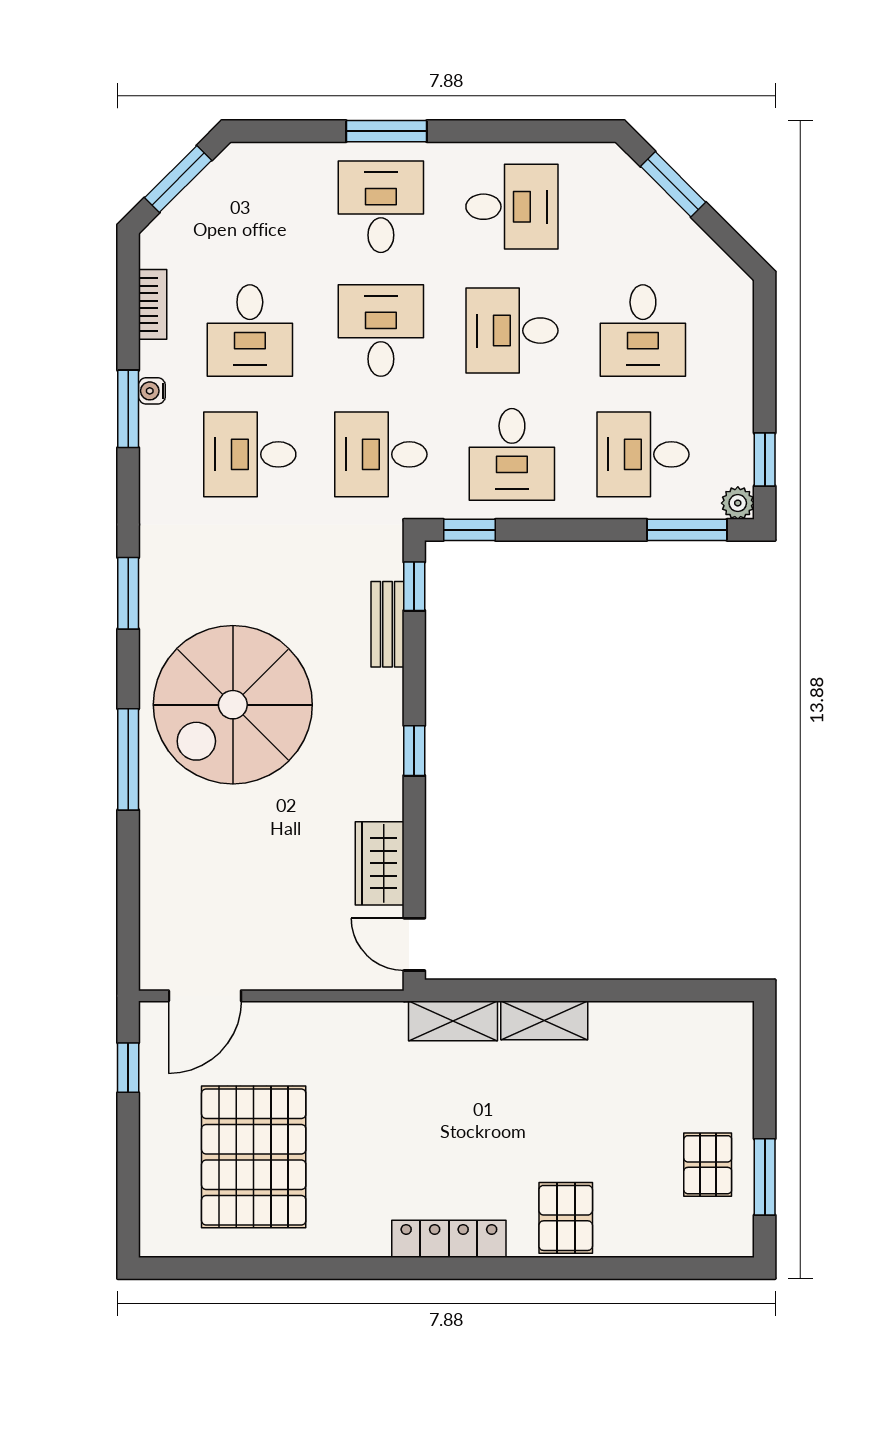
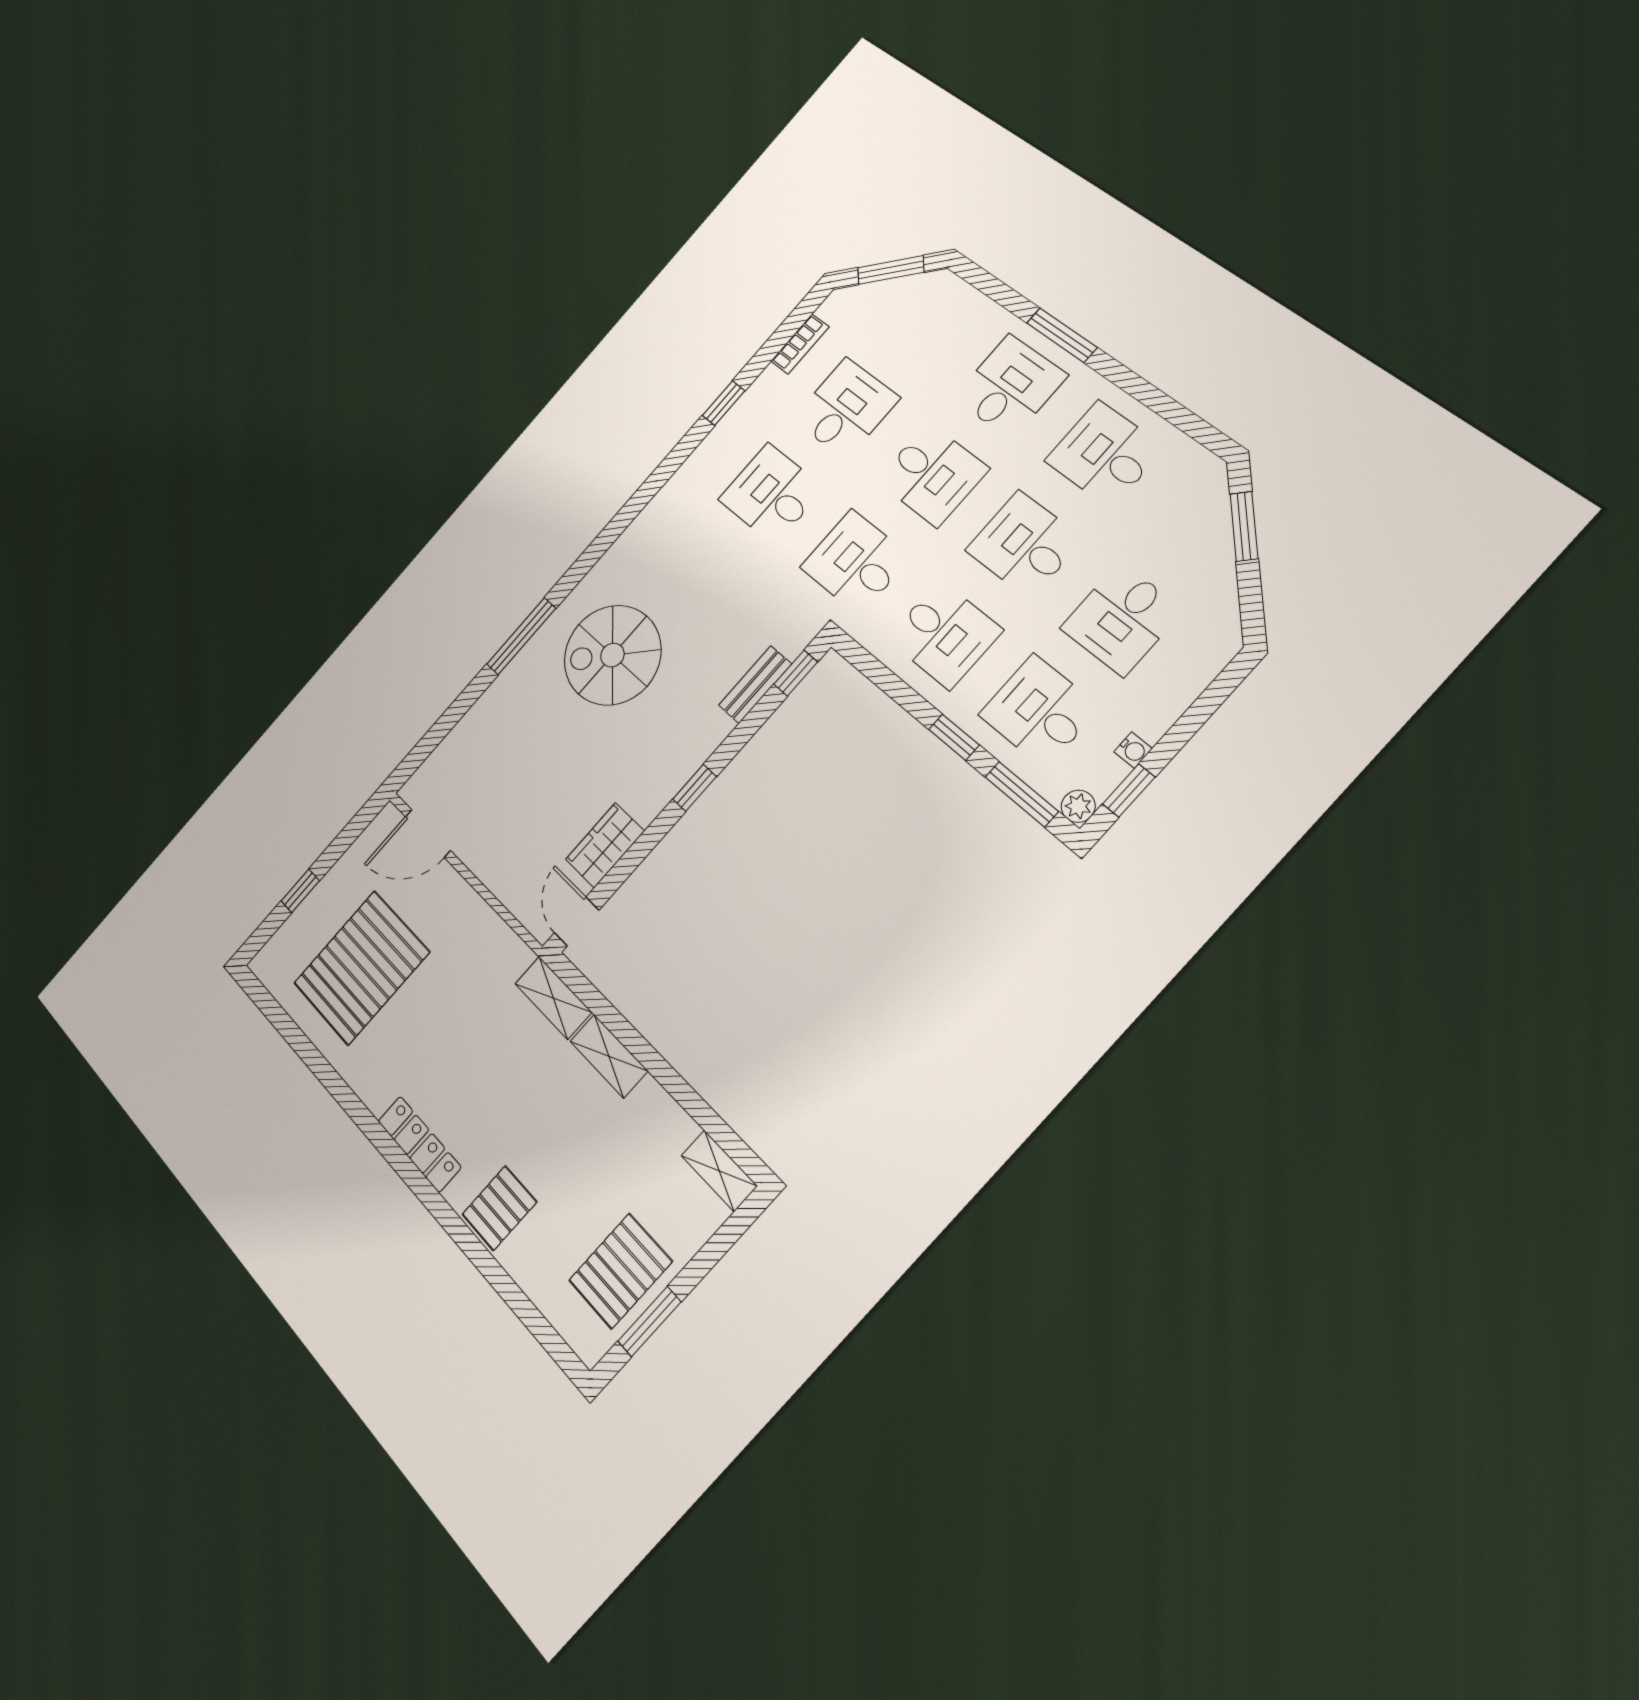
desk: (512, 207) -> (1105, 454), turned 180
desk: (250, 331) -> (846, 409), turned 180
desk: (381, 331) -> (932, 475), turned 90
water cooler: (152, 391) -> (1133, 750), moved, turned 180
window: (128, 409) -> (724, 403), width x0.67
desk: (512, 454) -> (945, 634), turned -90
window: (469, 530) -> (954, 737), moved
window: (128, 593) -> (617, 526), removed
spiral stairs: (233, 705) -> (612, 655), width x0.73, depth x0.73
shelving: (714, 1019) -> (719, 1171), added
window: (128, 1068) -> (300, 891), moved
pallet: (708, 1165) -> (620, 1271), width x1.50, depth x1.42

